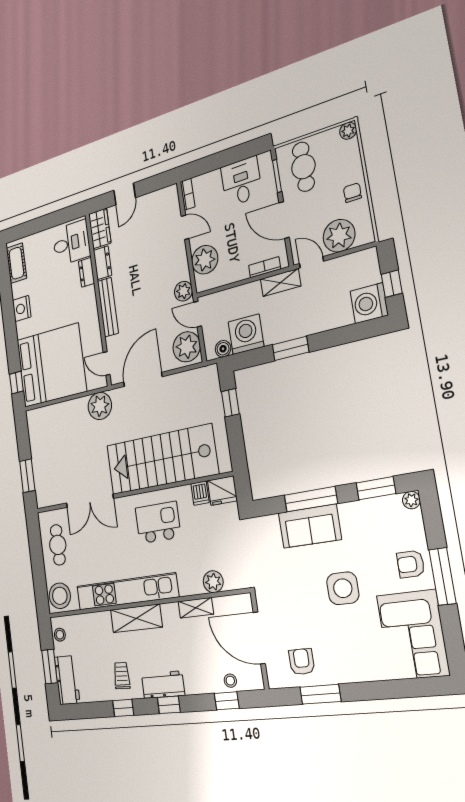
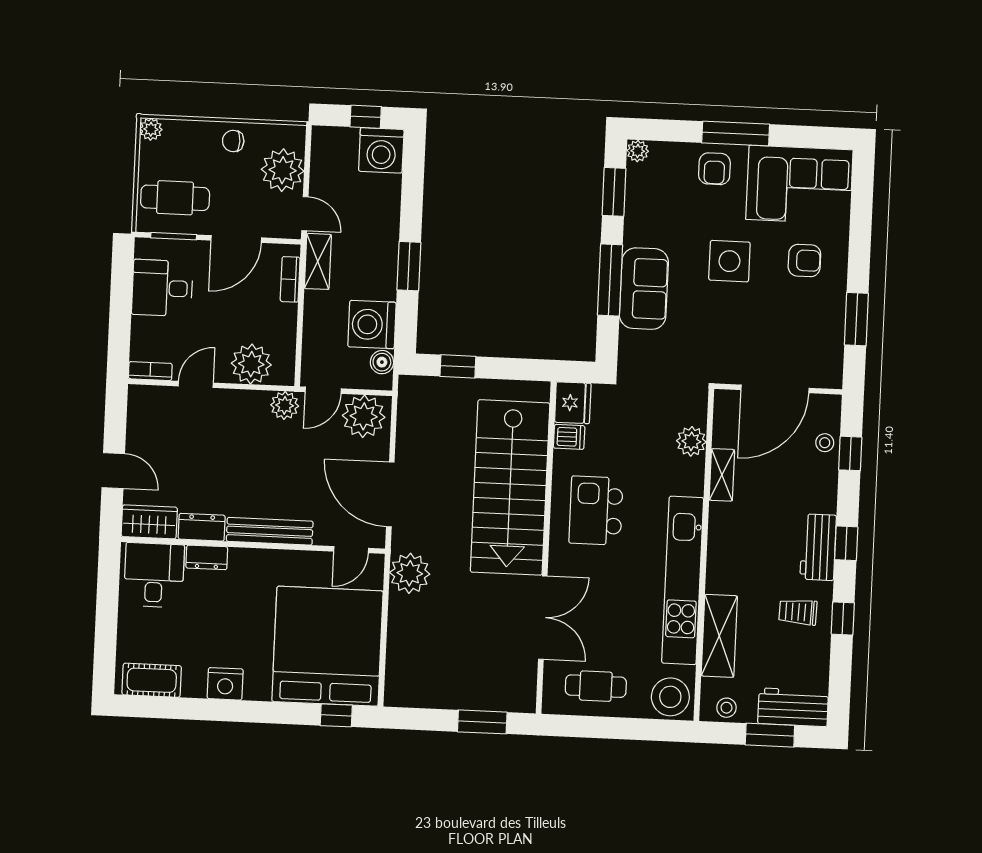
door: (311, 262) -> (305, 214), swing flipped
shelving: (136, 618) -> (719, 636), moved
armchair: (302, 662) -> (804, 260), moved, turned 180

